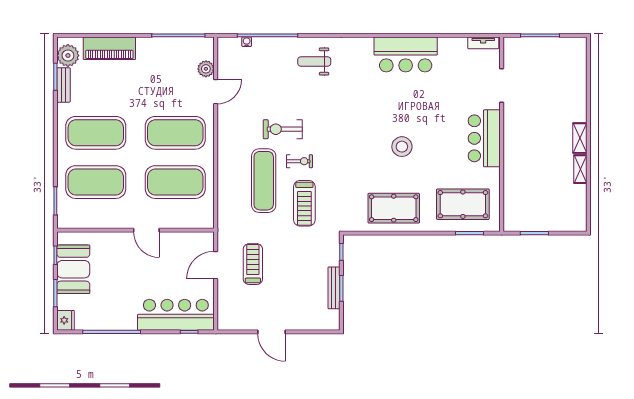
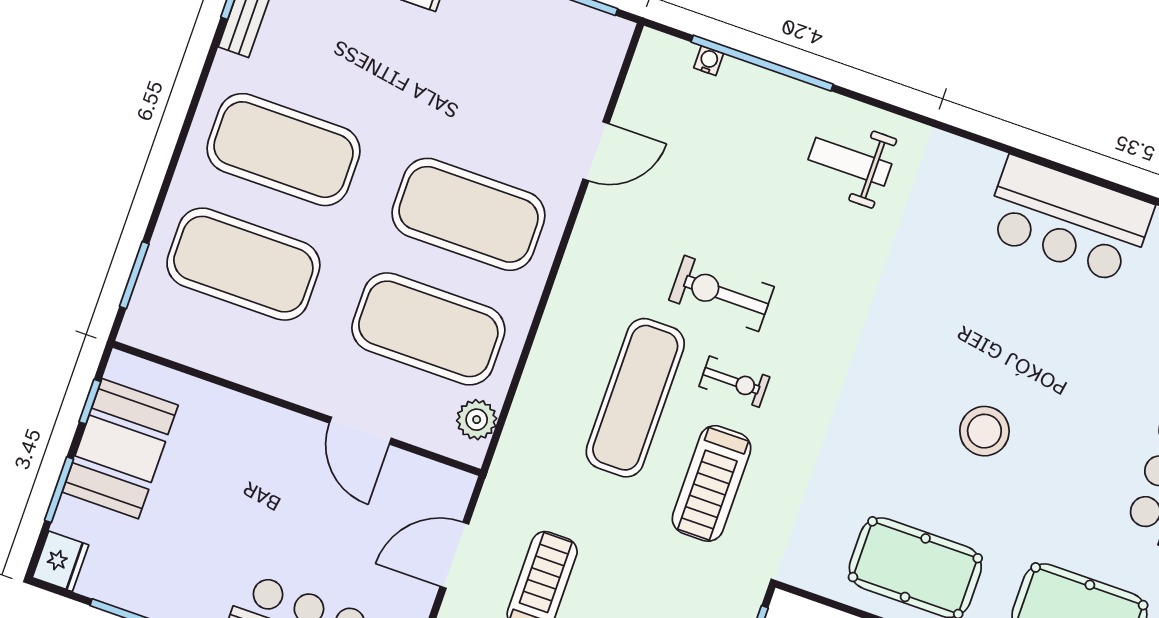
plant: (206, 69) -> (477, 420), moved
door: (146, 230) -> (360, 431), moved

